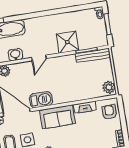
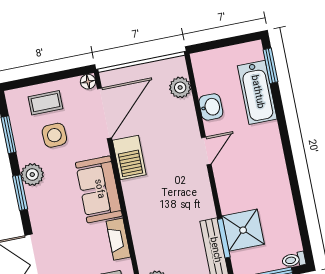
shower: (67, 42) -> (243, 230), moved
door: (39, 58) -> (206, 151), swing flipped

